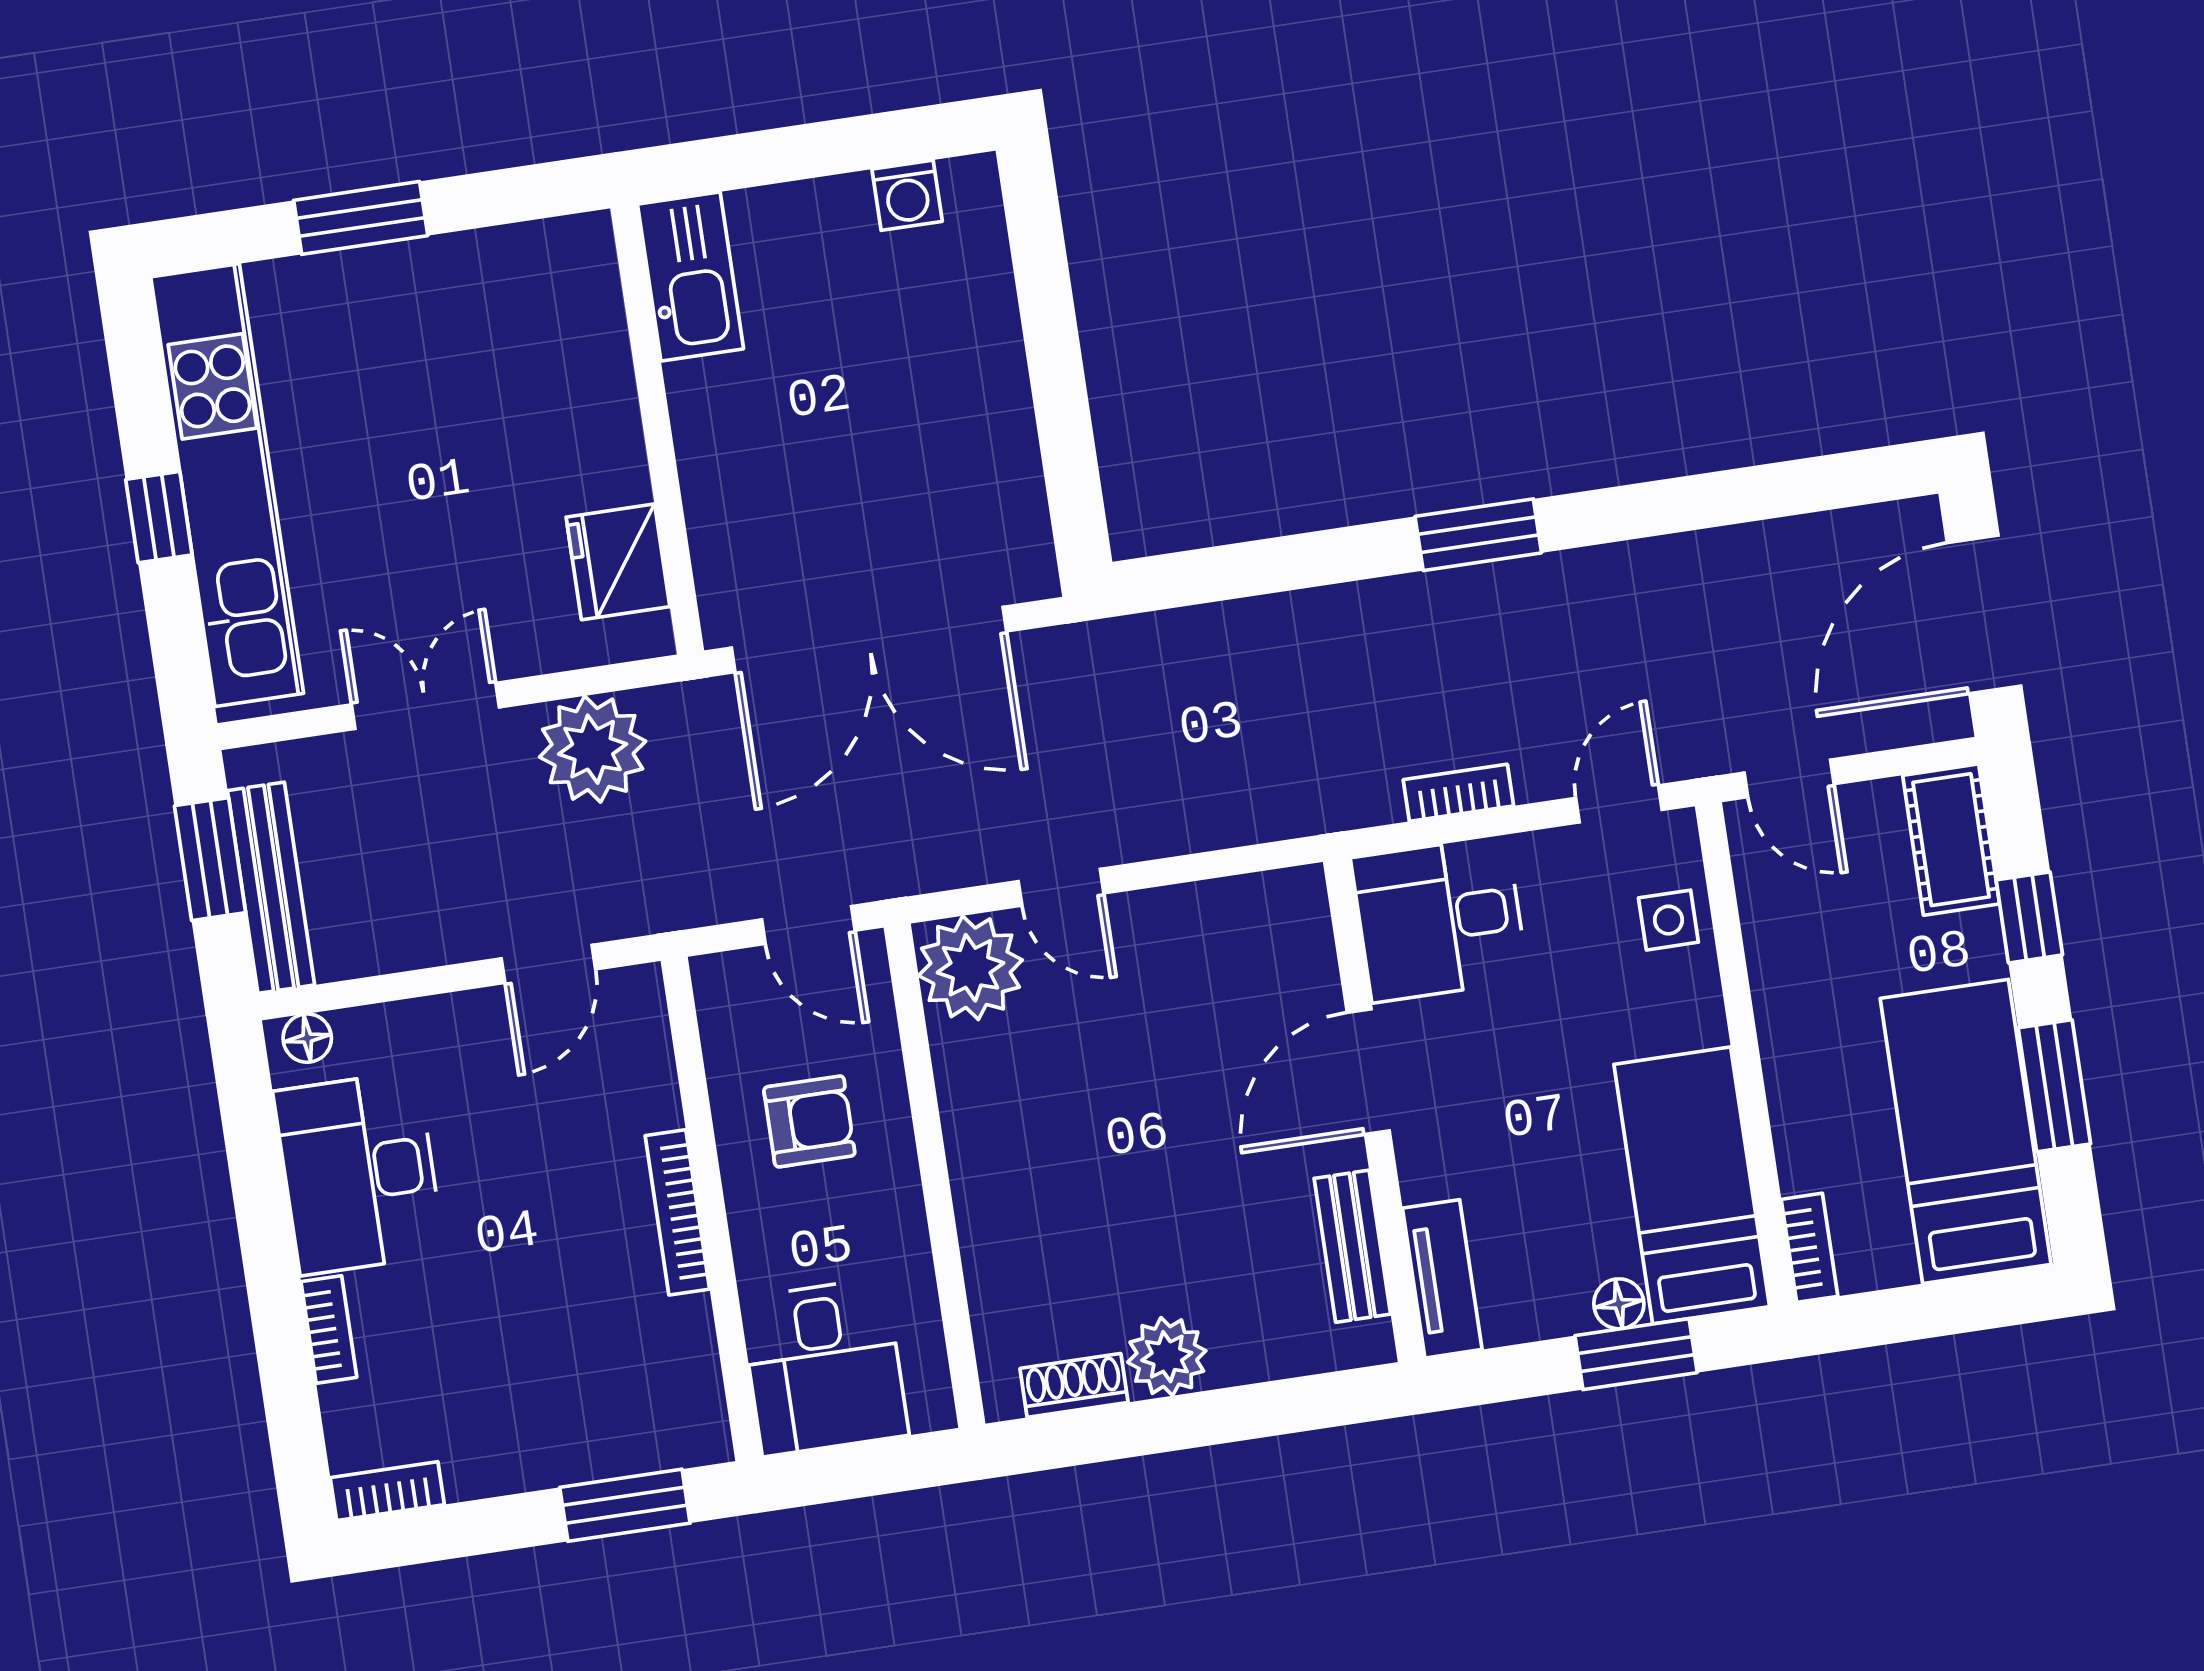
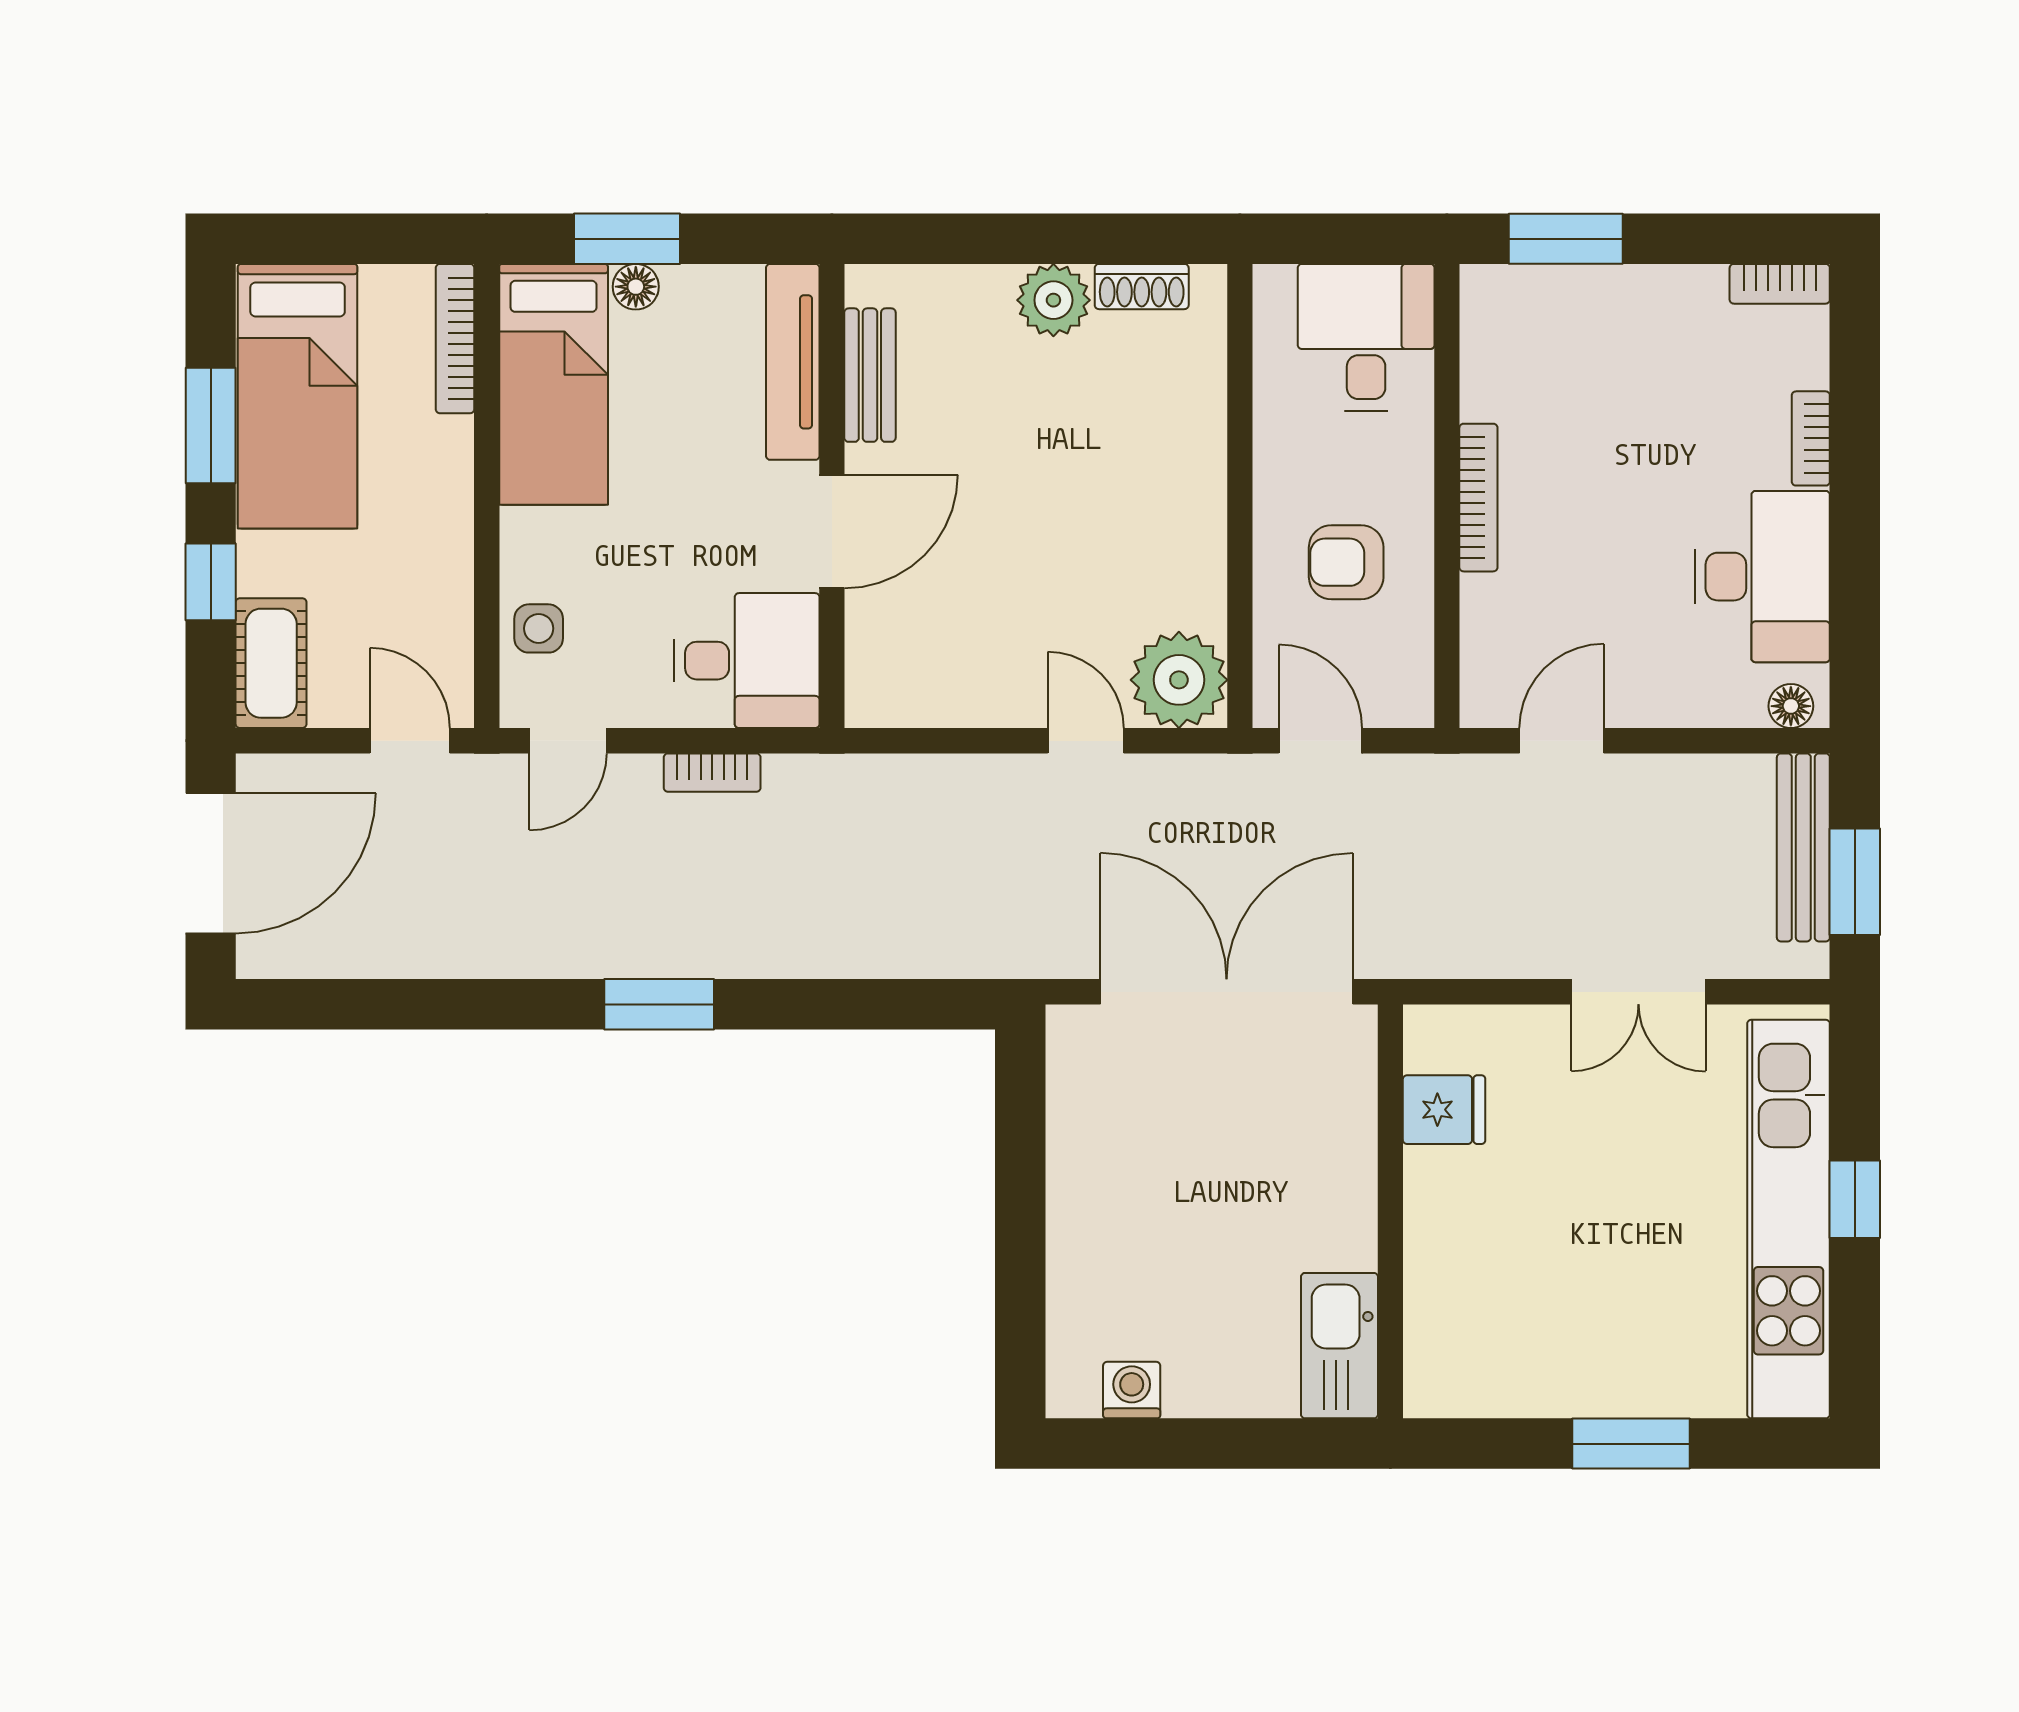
fridge: (618, 562) -> (1444, 1110), width x0.72
plant: (593, 749) -> (1492, 930), removed
bookcase: (1810, 1248) -> (455, 339), width x1.56
tv unit: (1442, 1279) -> (793, 362), width x1.41

